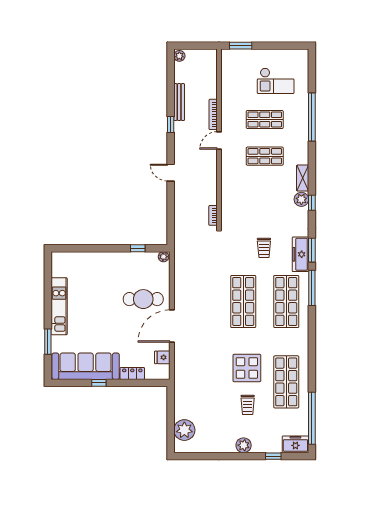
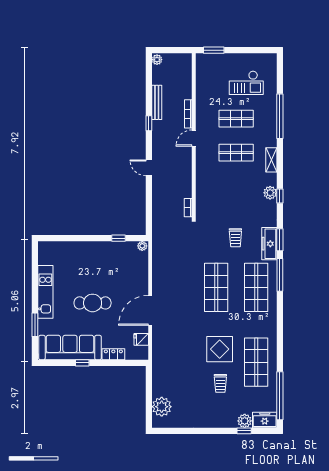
shelving: (303, 178) -> (271, 160), moved
cafe table: (143, 299) -> (93, 303), moved
plant: (244, 445) -> (245, 421), moved

